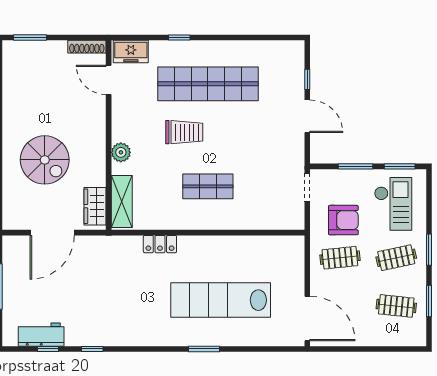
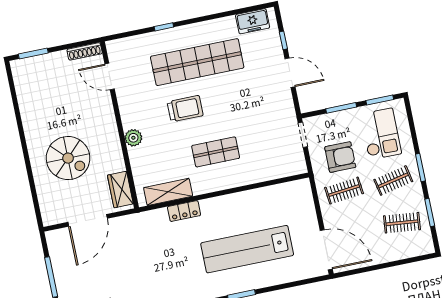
freezer: (131, 52) -> (253, 21), moved
shelving: (122, 201) -> (168, 192), moved, turned 90

